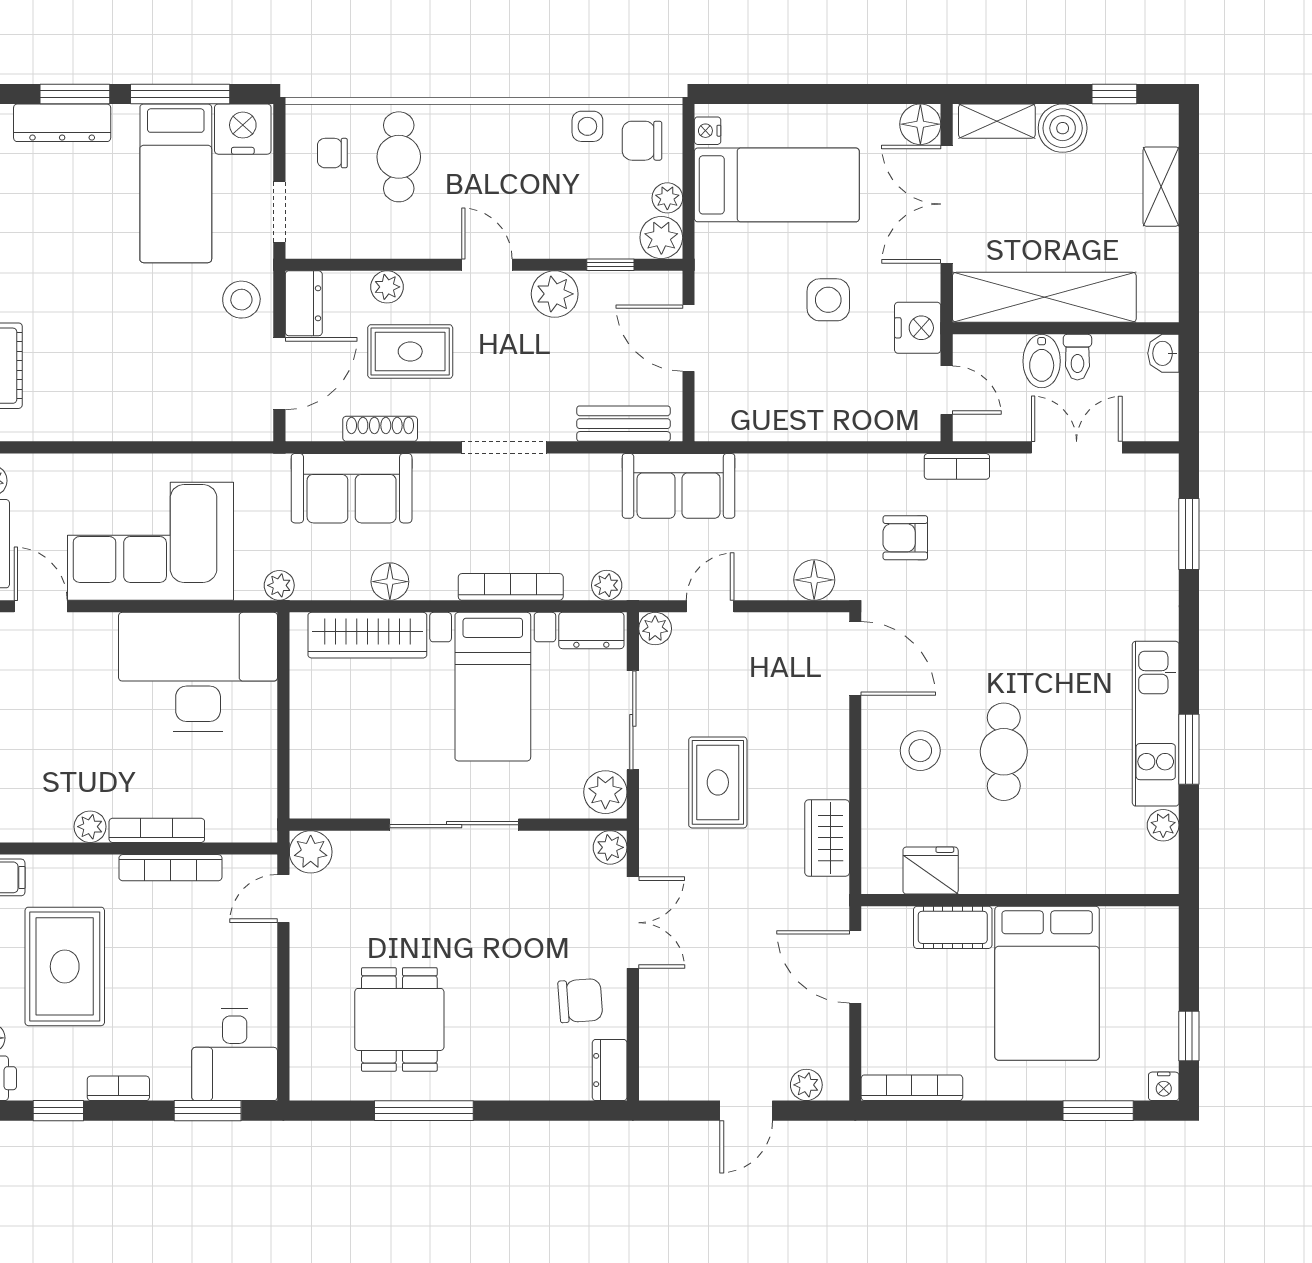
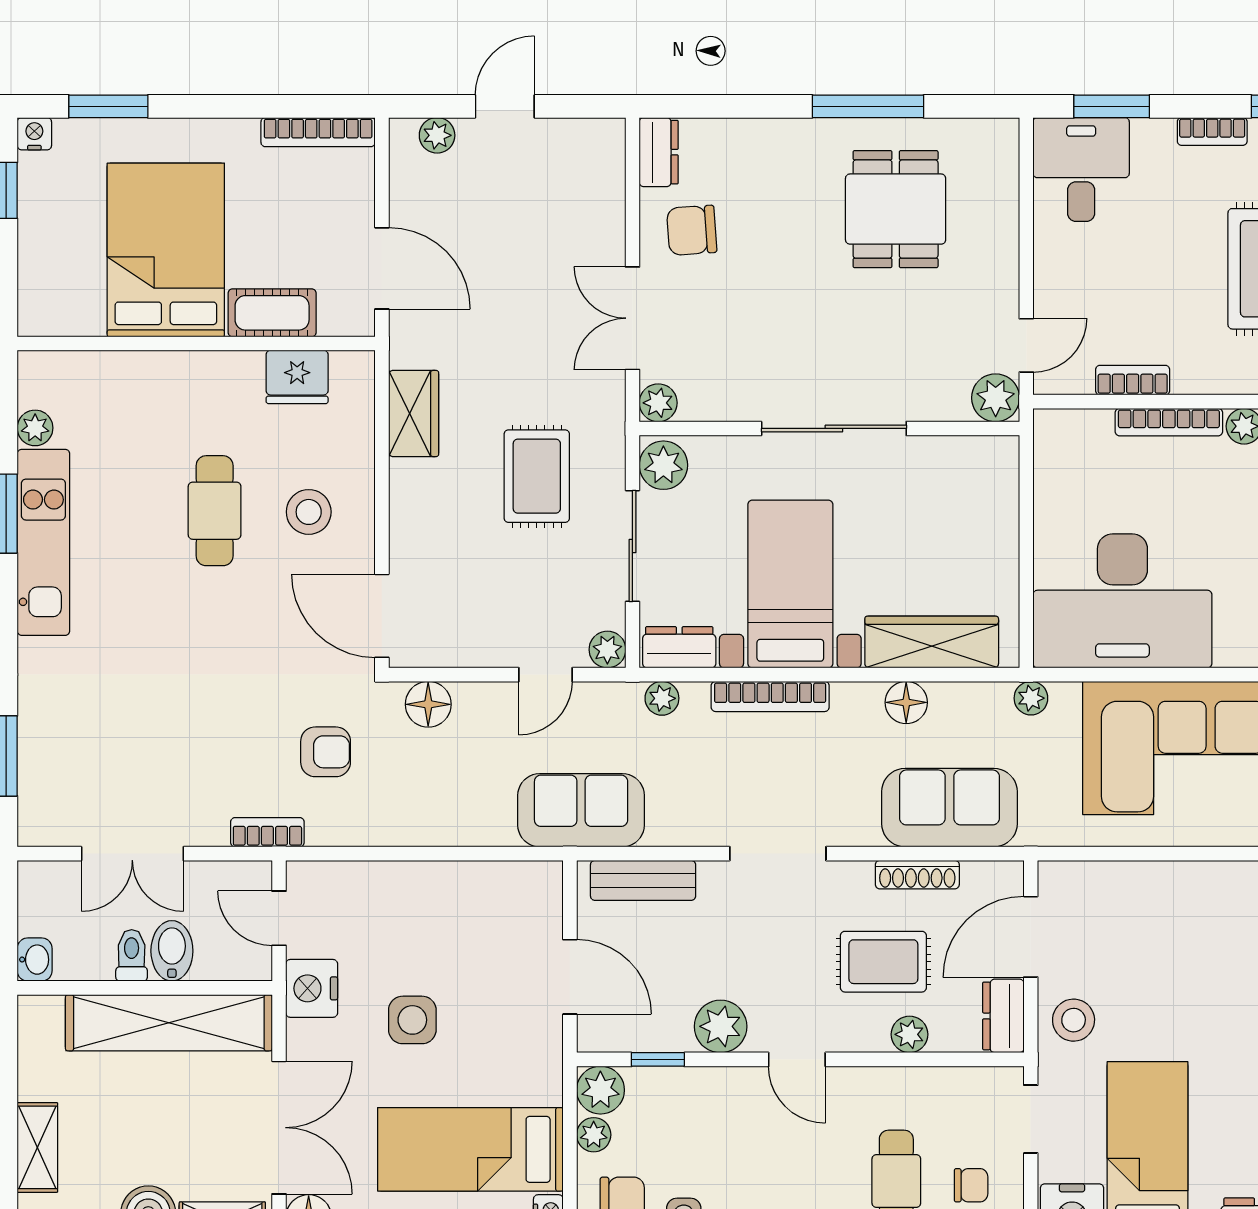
bookcase: (170, 868) -> (1133, 380), width x0.64

